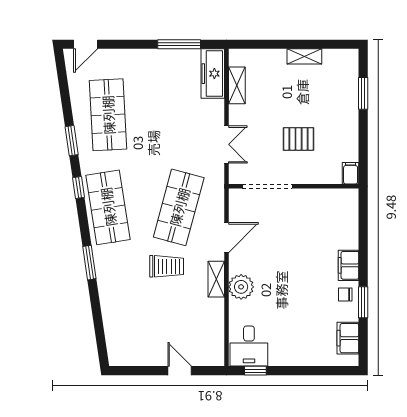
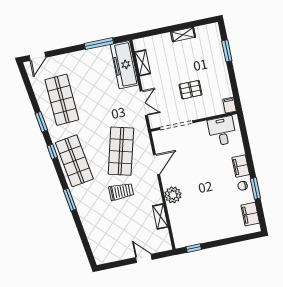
freezer: (213, 74) -> (124, 65), width x1.36, depth x1.26
shelving: (216, 279) -> (160, 216), moved
desk: (249, 346) -> (222, 131), moved, turned 180

